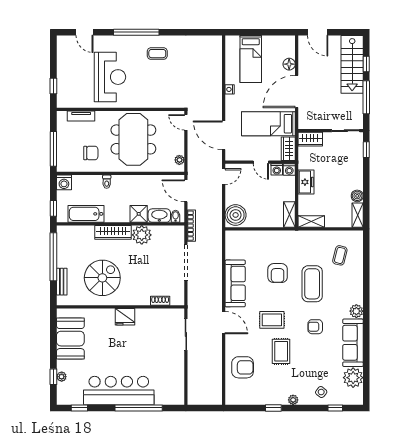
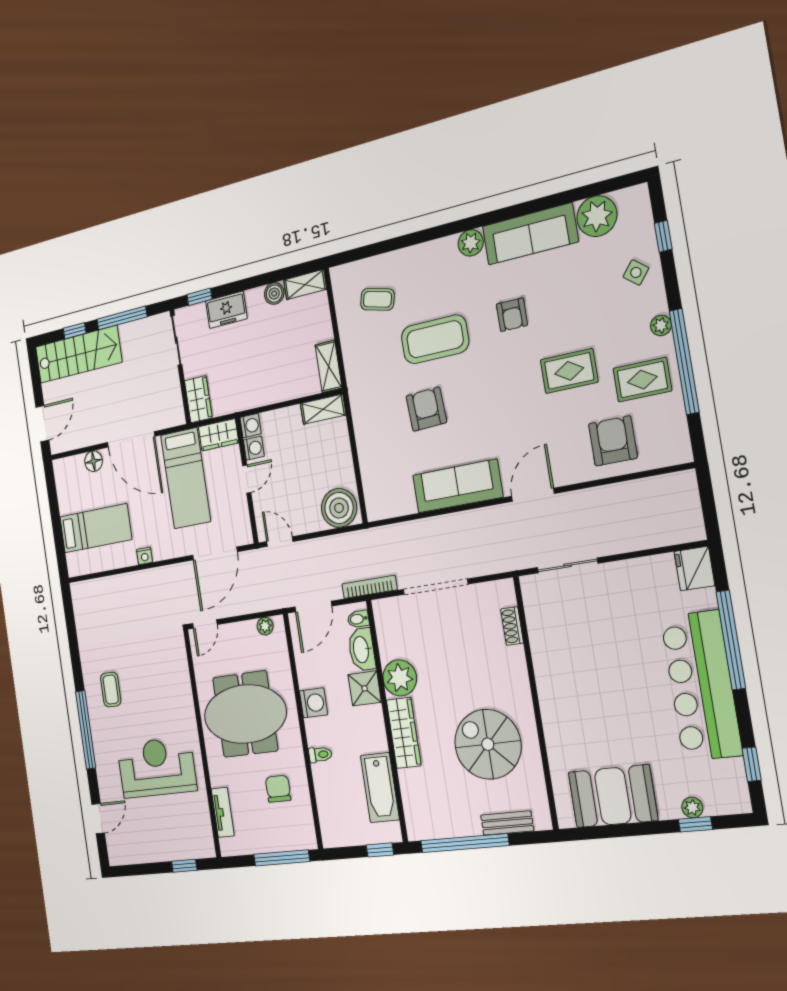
washing machine: (64, 182) -> (314, 703), moved
freezer: (306, 182) -> (226, 310), moved, turned 180
armchair: (278, 273) -> (426, 409), turned -93
fridge: (125, 317) -> (694, 568), moved, turned 180
rug: (272, 320) -> (642, 380), moved, turned 90
window: (273, 408) -> (684, 362), width x3.17

